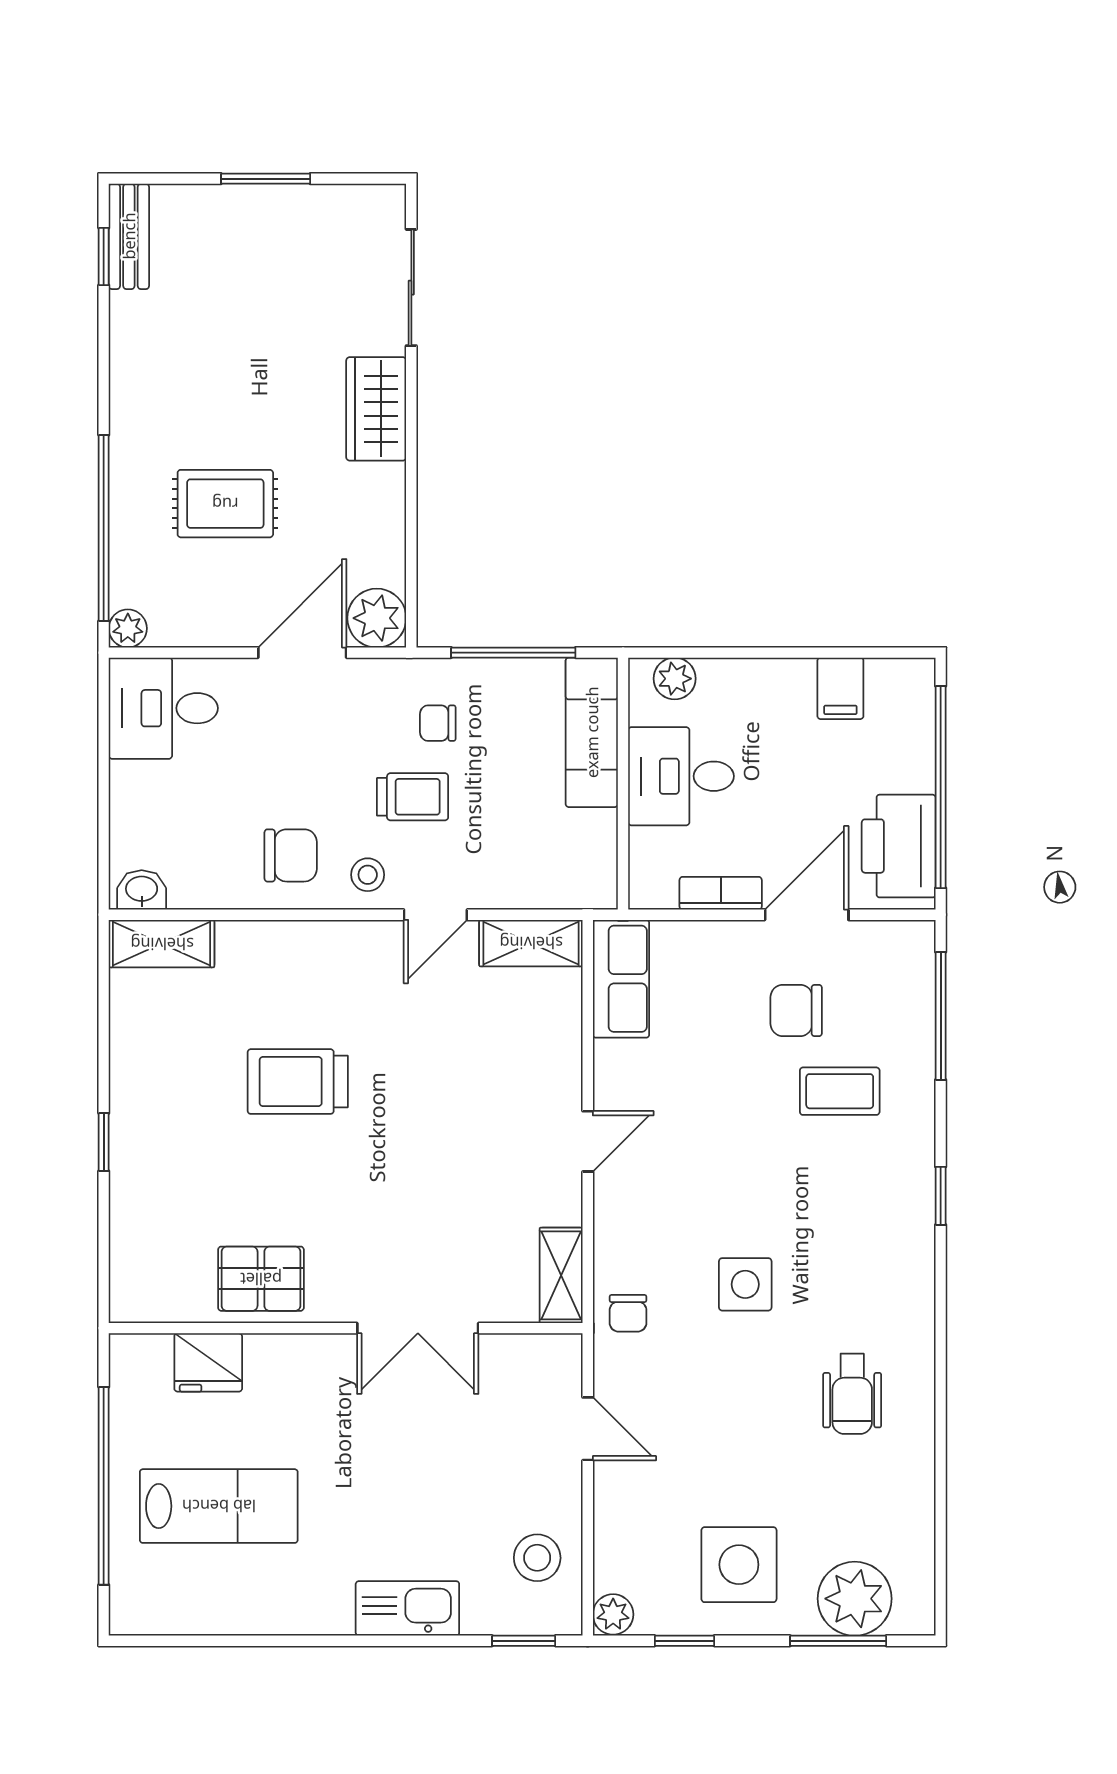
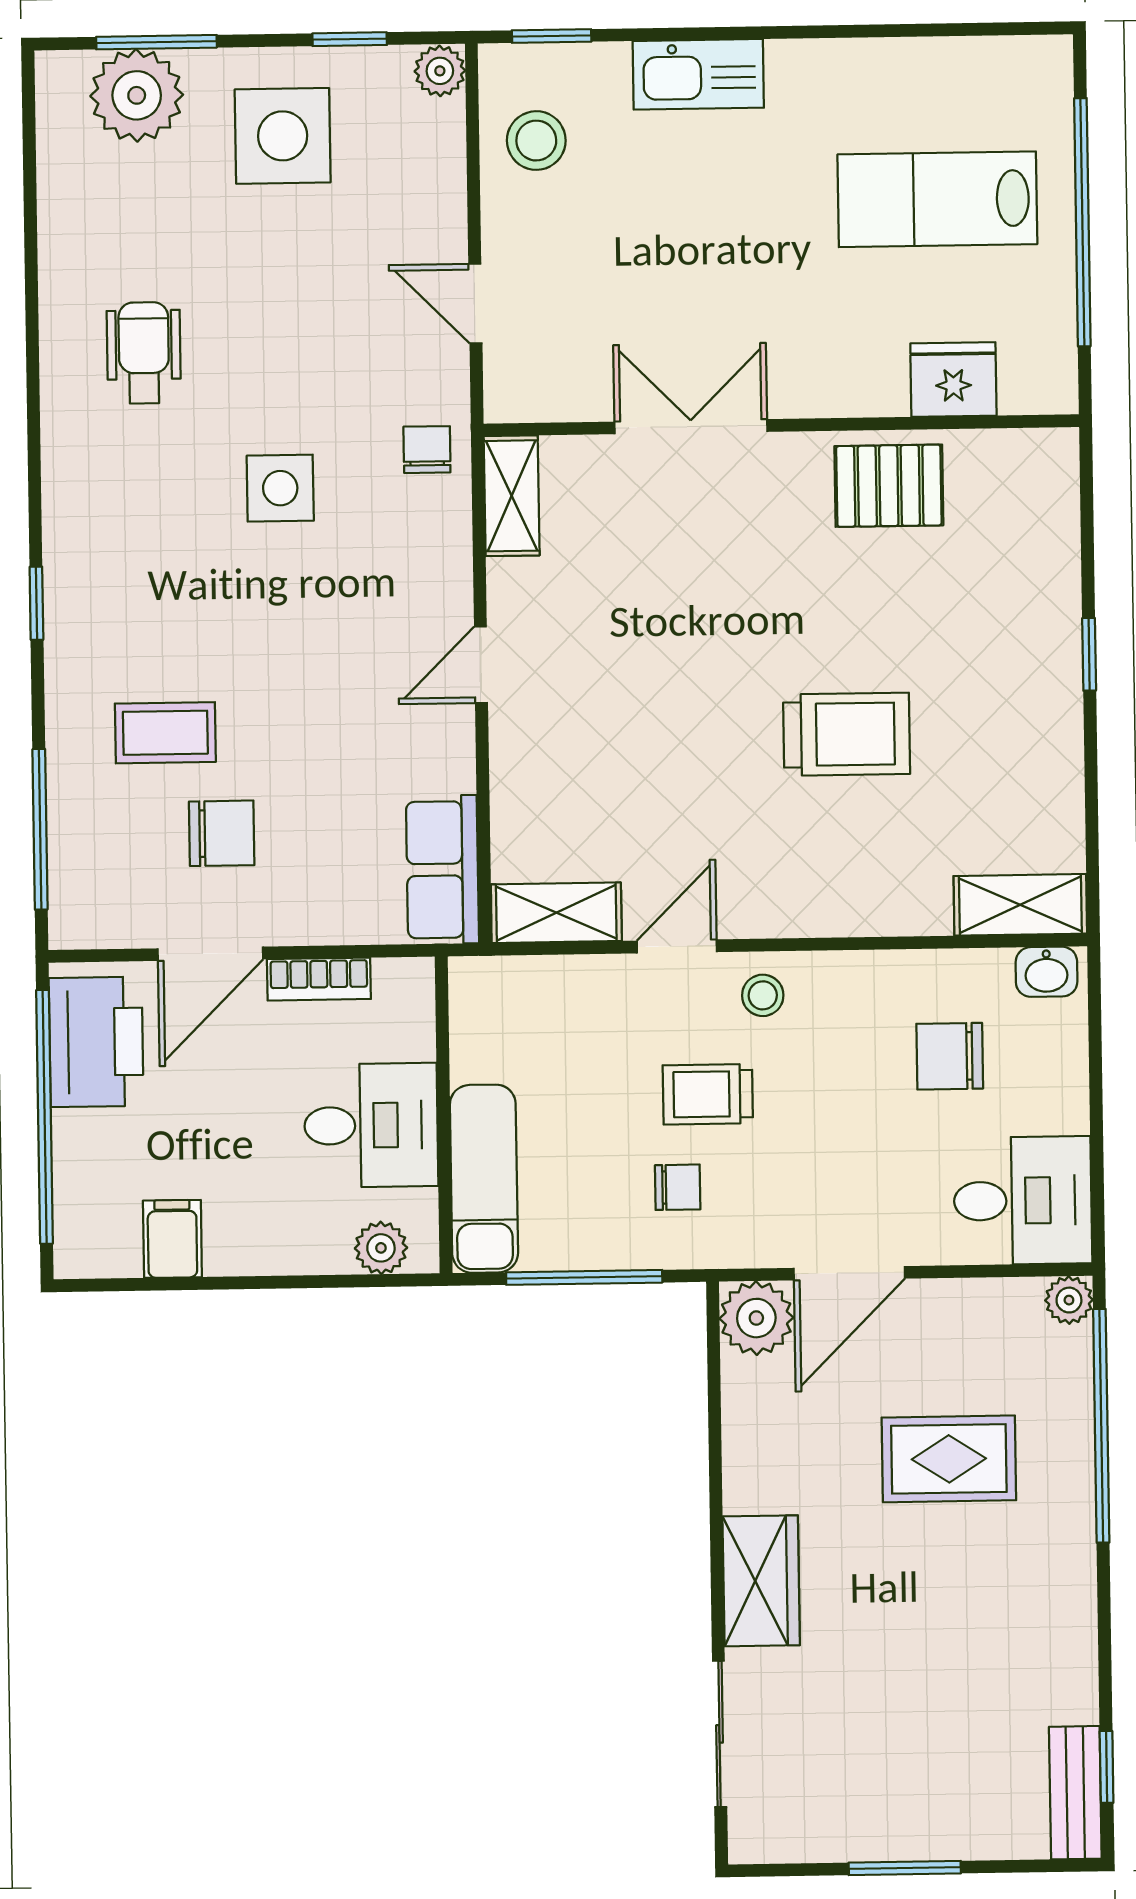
chair: (291, 855) -> (950, 1056), moved

